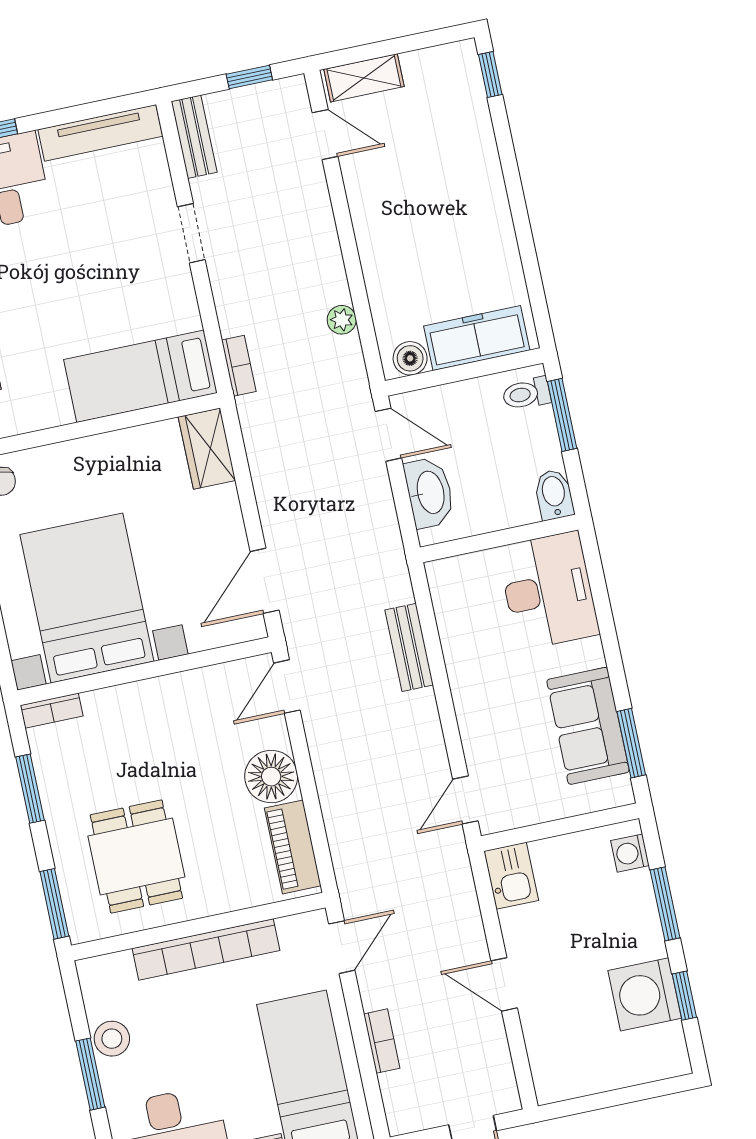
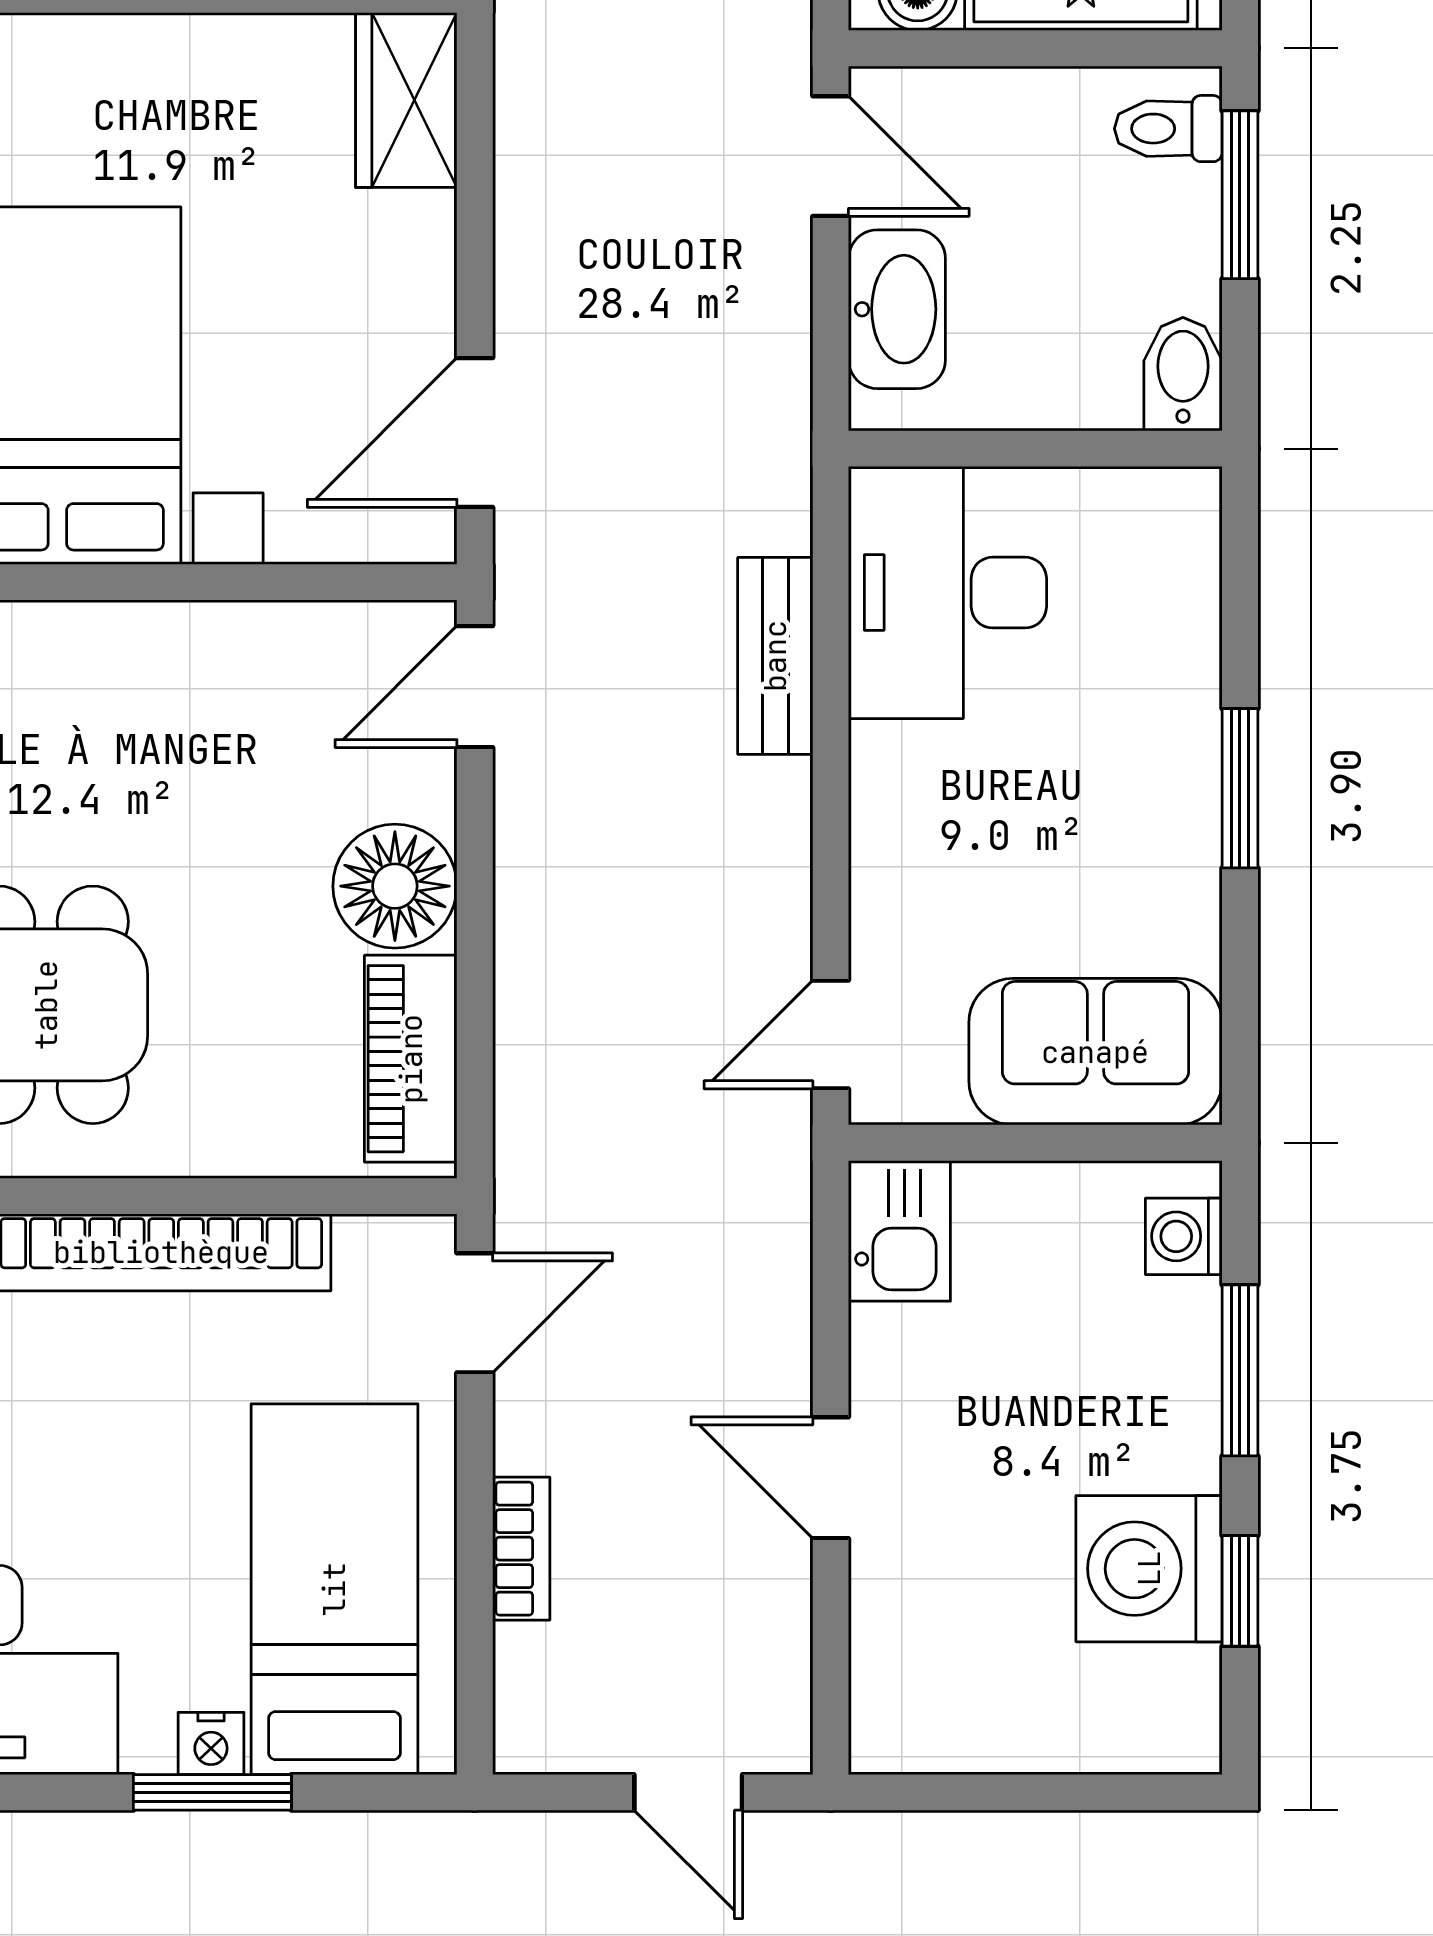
desk: (548, 591) -> (947, 593), moved, turned 180
sofa: (588, 726) -> (1095, 1052), moved, turned 90
window: (631, 743) -> (1240, 788), moved

